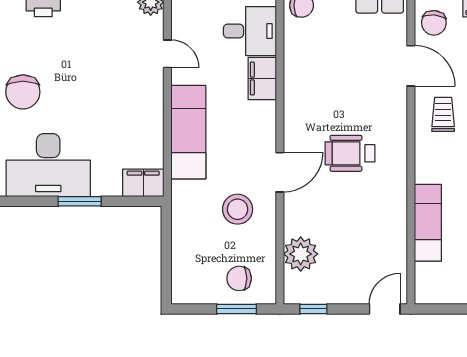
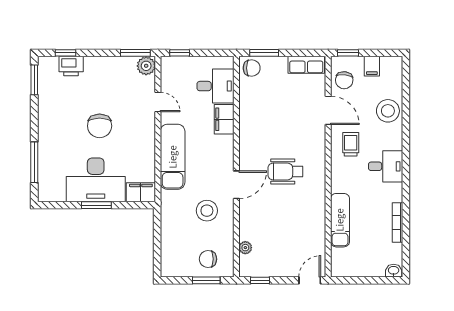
chair: (23, 92) -> (100, 126), moved
desk: (48, 165) -> (96, 180), moved
plant: (301, 254) -> (245, 248), width x0.53, depth x0.53

